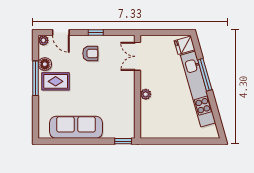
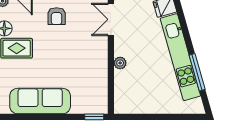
armchair: (90, 53) -> (57, 16), turned 90
window: (205, 75) -> (197, 72), moved

